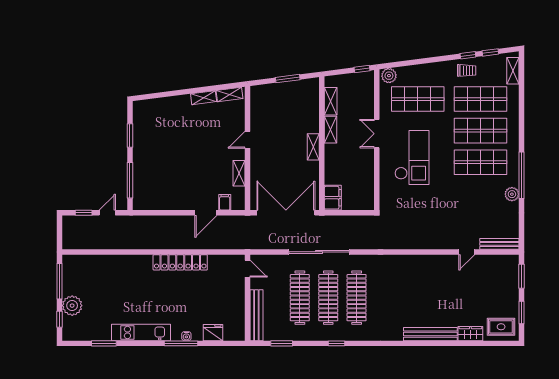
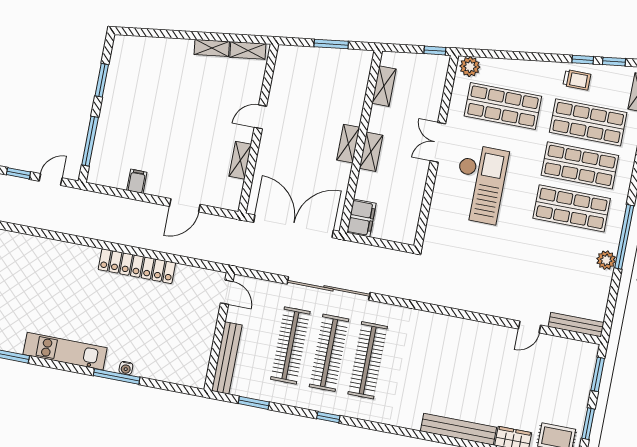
shelving: (331, 130) -> (371, 152), moved
filing cabinet: (225, 202) -> (137, 181), moved
fridge: (213, 333) -> (163, 370), removed

